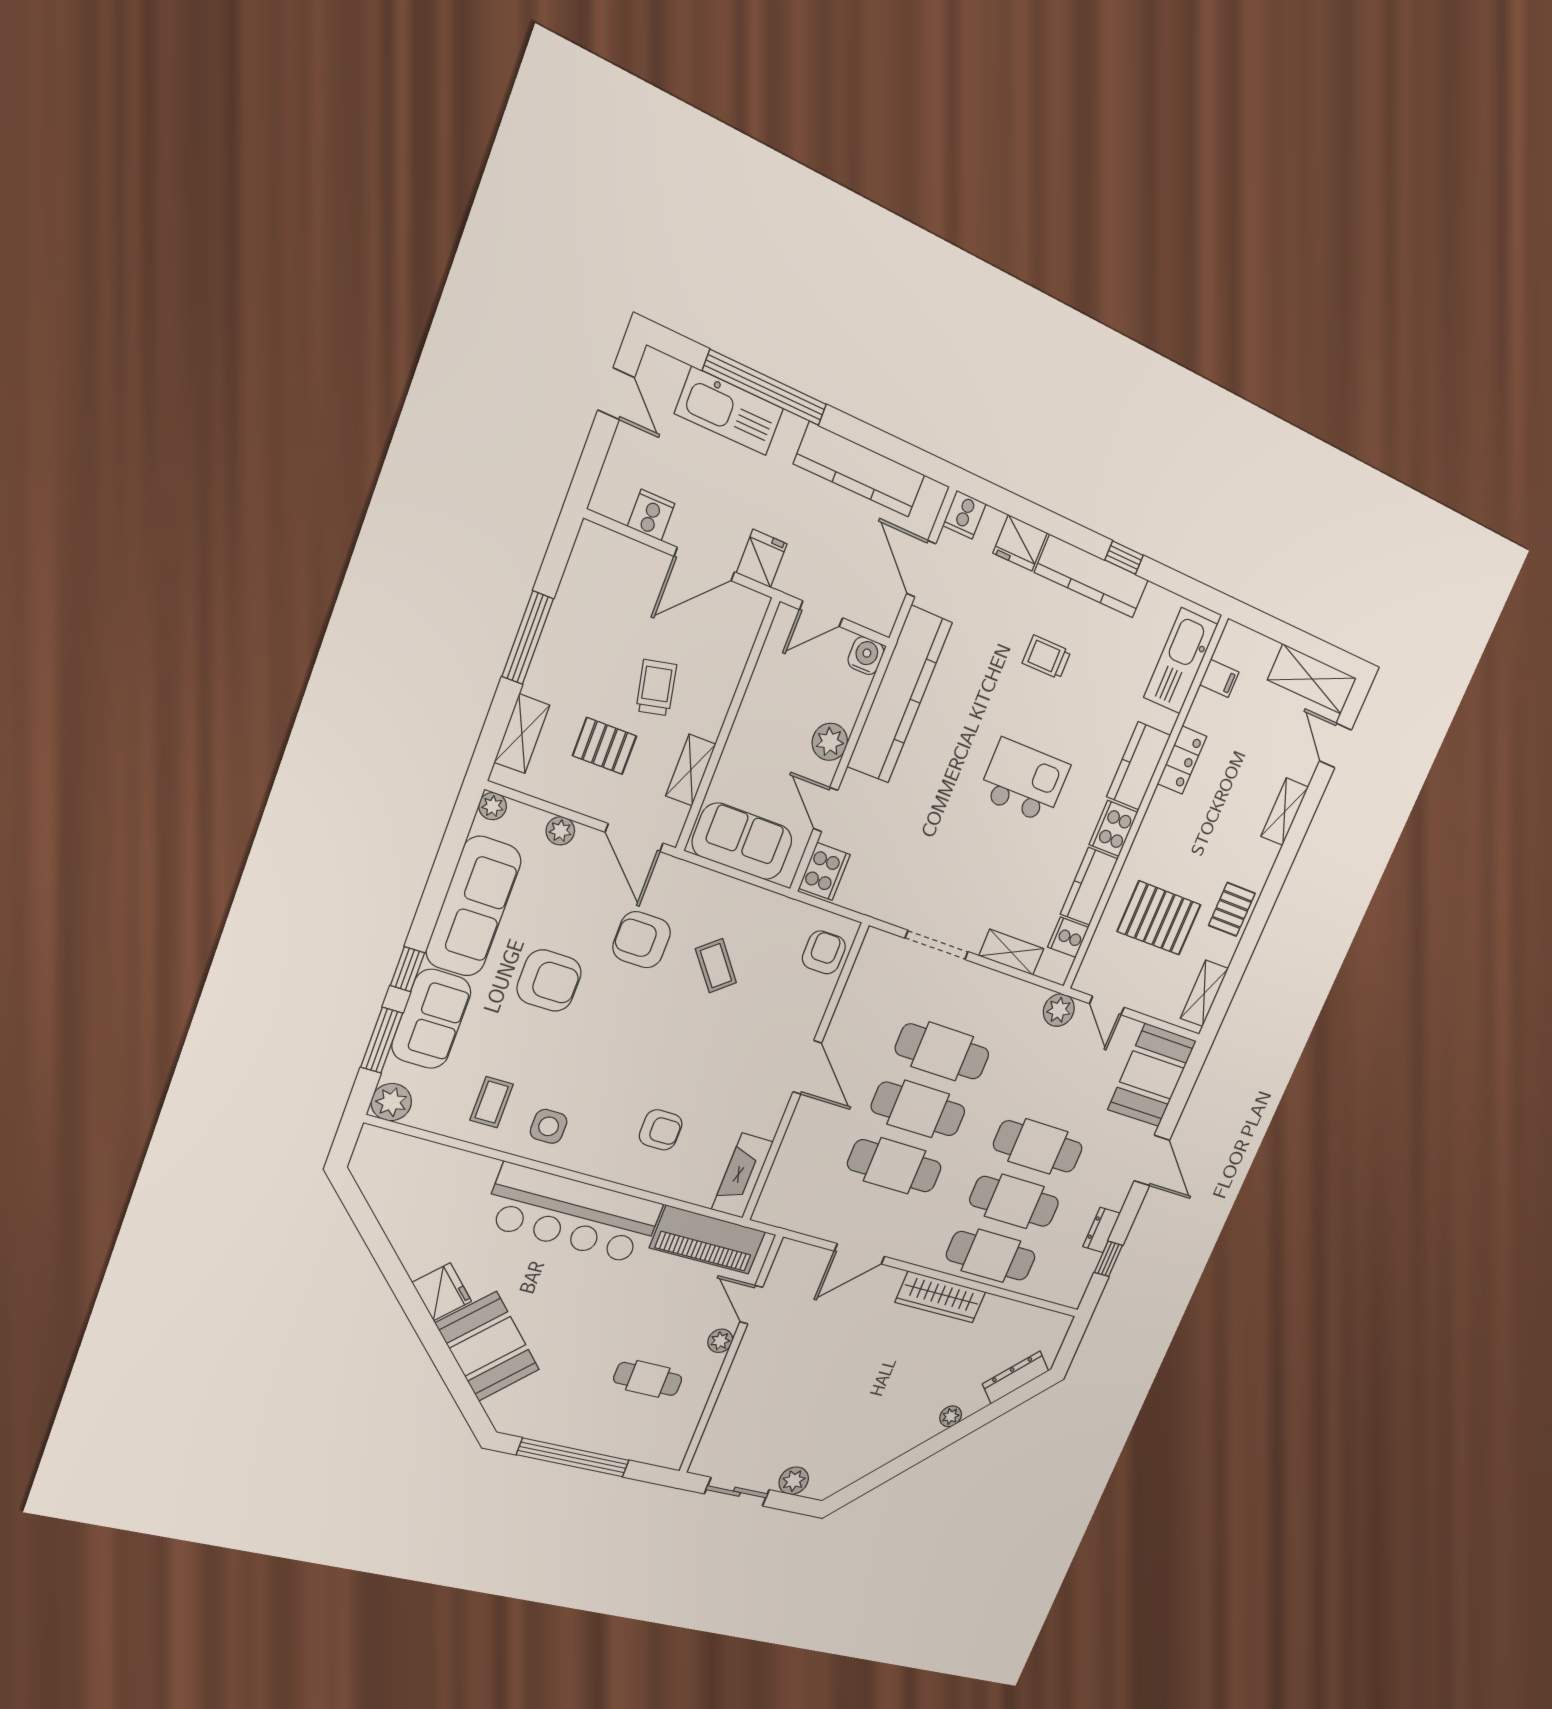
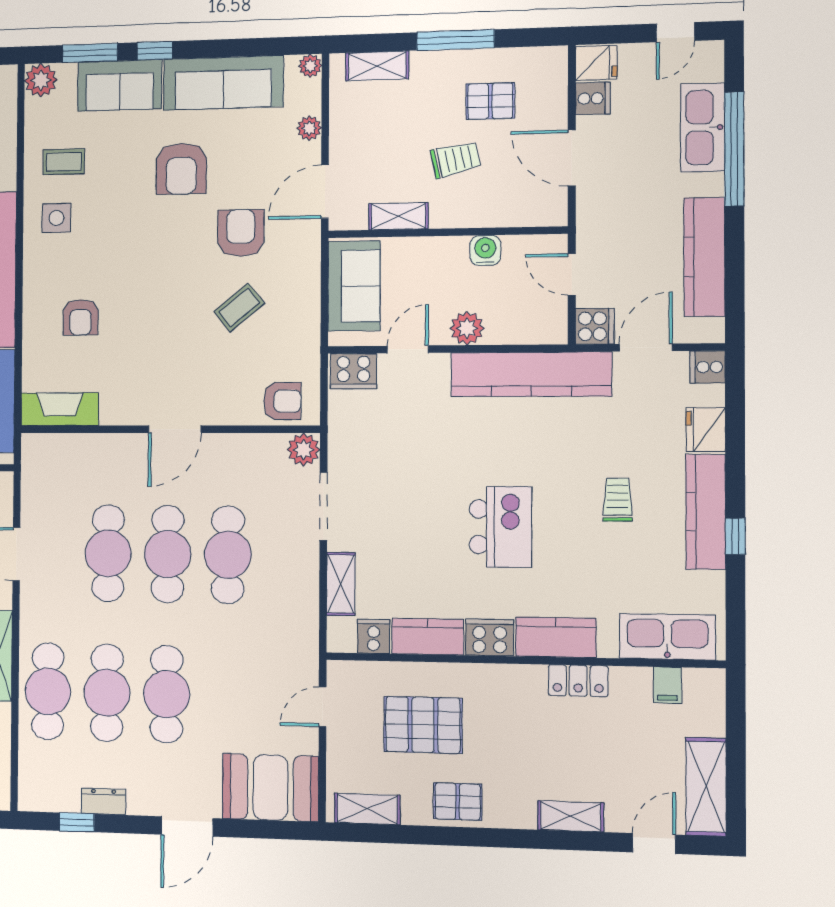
fridge: (762, 558) -> (596, 63), moved
cooker: (880, 612) -> (595, 326), added
water cooler: (866, 656) -> (485, 250), moved, turned -90
pallet: (605, 746) -> (490, 101), moved, turned 90
pallet: (1159, 918) -> (423, 725), turned 90
plant: (1059, 1010) -> (304, 450), moved

